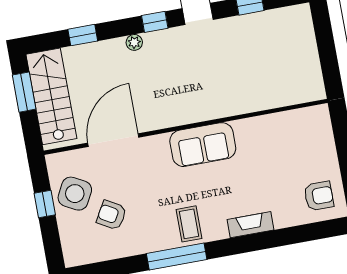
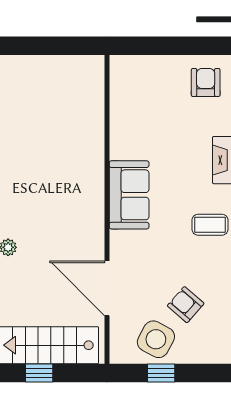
window: (24, 92) -> (39, 373), width x0.67
armchair: (112, 215) -> (186, 305), turned 101

